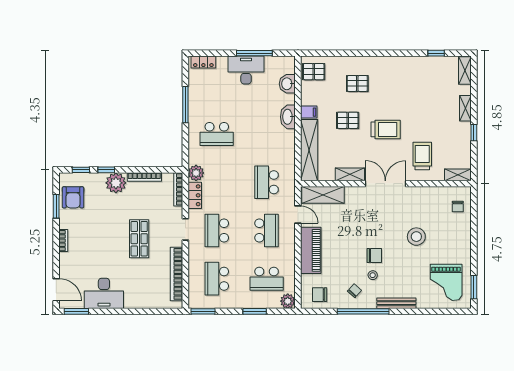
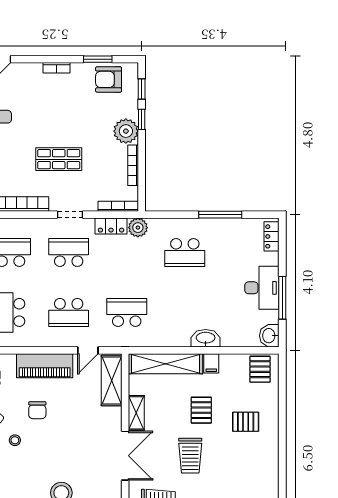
pallet: (357, 83) -> (246, 422), turned 90
washbasin: (287, 84) -> (269, 336), moved, turned -90
school desk: (217, 134) -> (185, 253), turned -90
chair: (374, 255) -> (37, 410), moved

